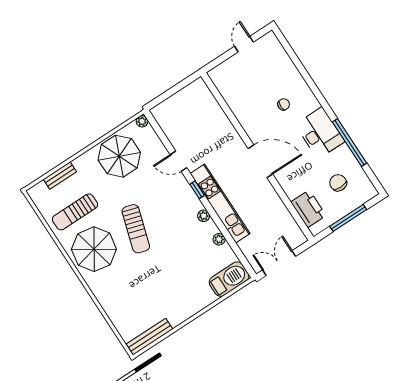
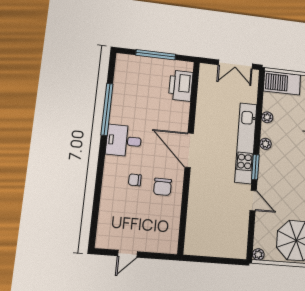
desk: (320, 133) -> (124, 141), width x0.73
chair: (338, 183) -> (163, 187), moved
window: (197, 190) -> (255, 167), width x1.50

